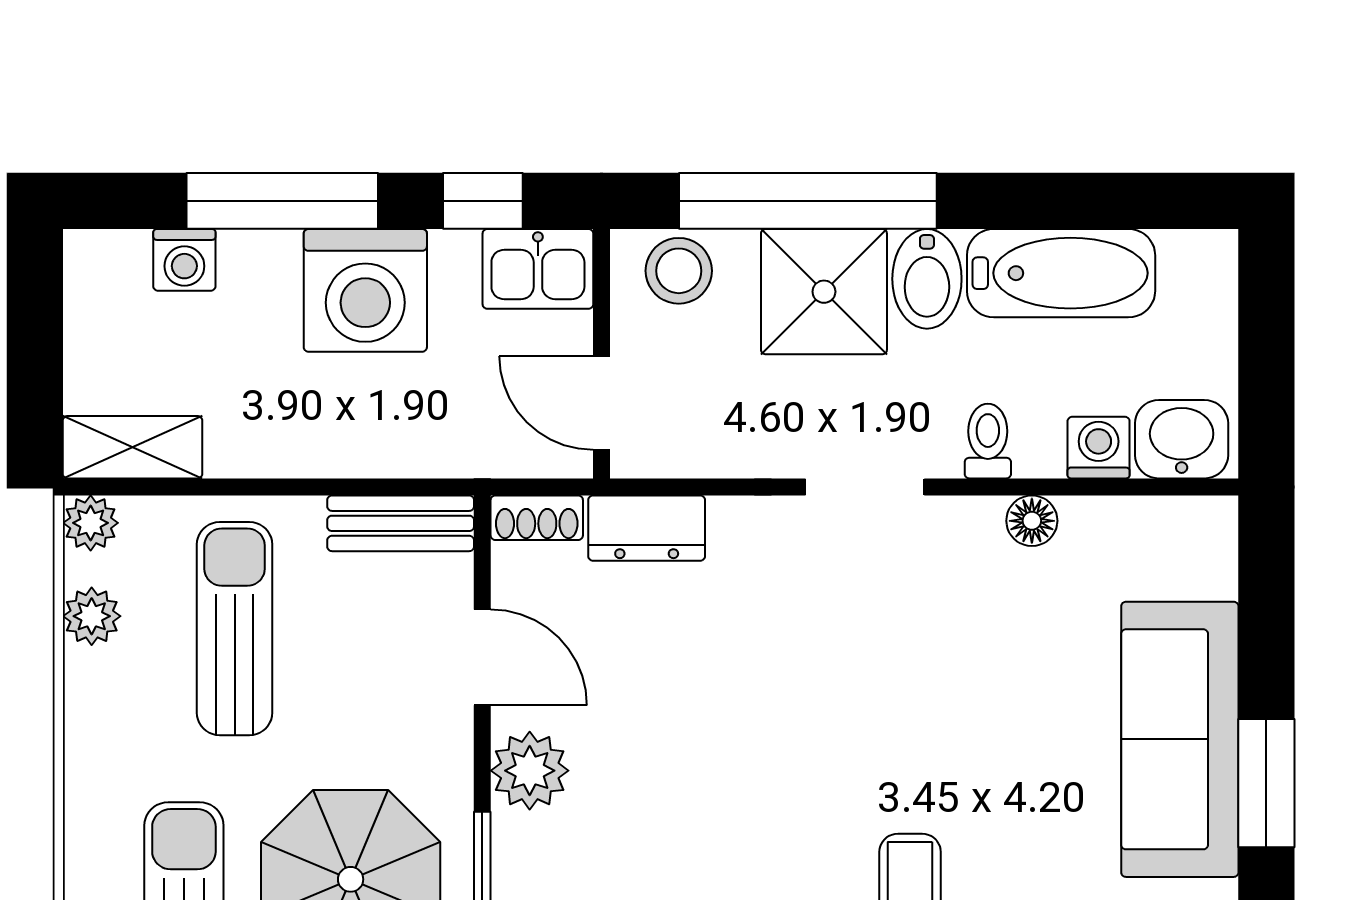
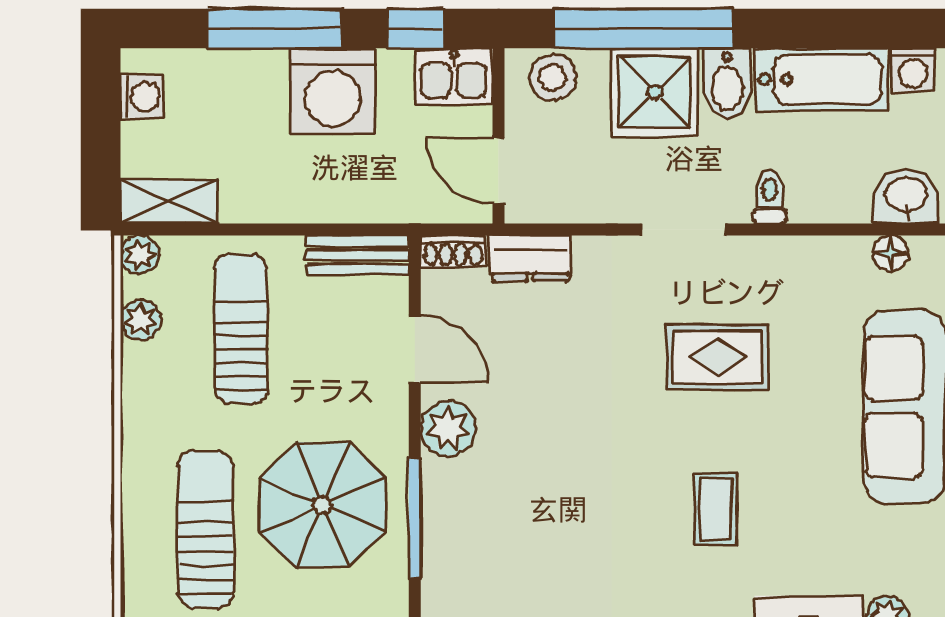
washing machine: (184, 260) -> (142, 97), moved, turned -90
washing machine: (1099, 448) -> (913, 70), moved, turned 180
floor lamp: (1032, 521) -> (891, 253), moved
rug: (913, 669) -> (718, 357), added

